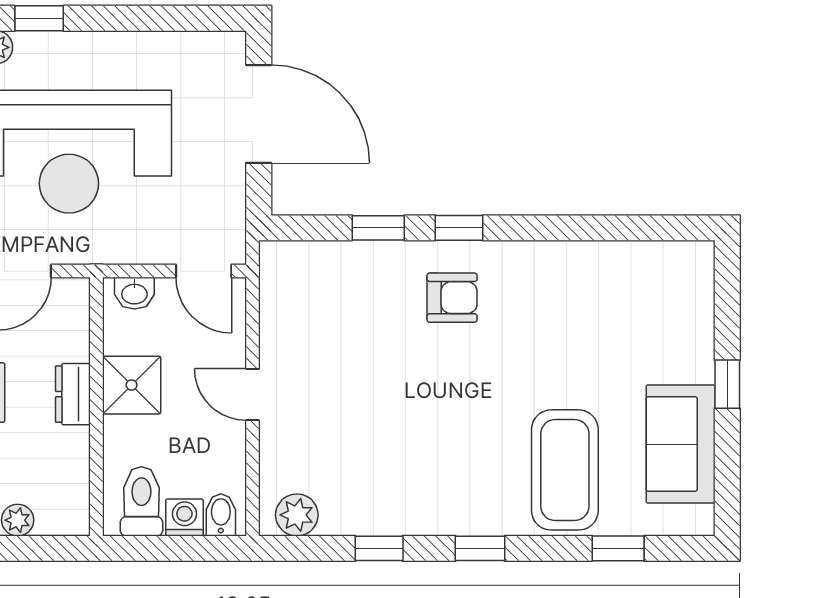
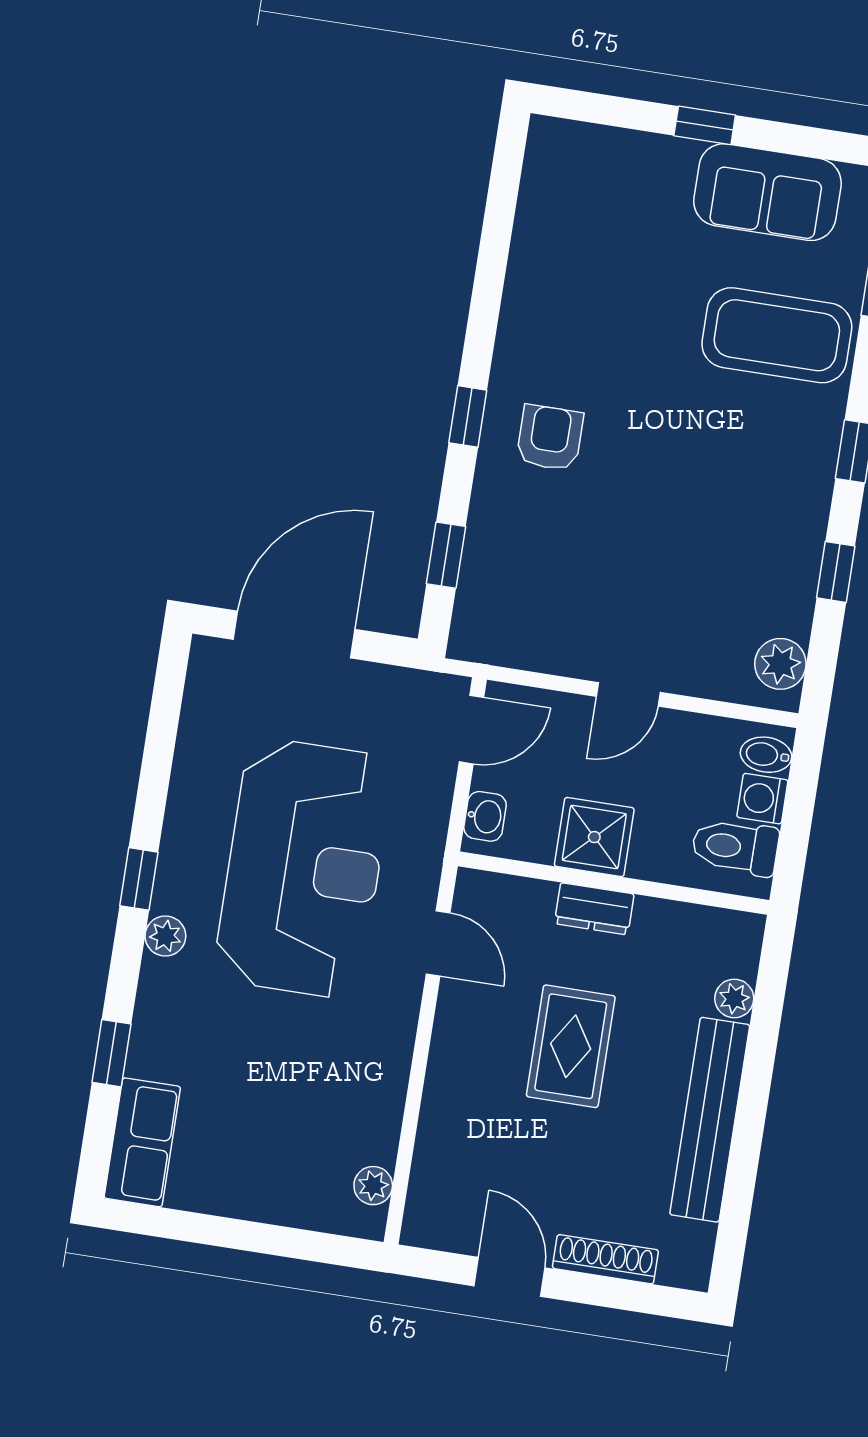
window: (378, 228) -> (446, 555), moved

